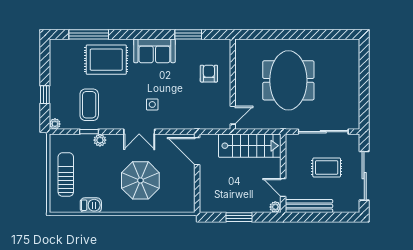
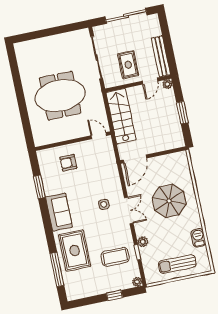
rug: (327, 167) -> (128, 65), moved

